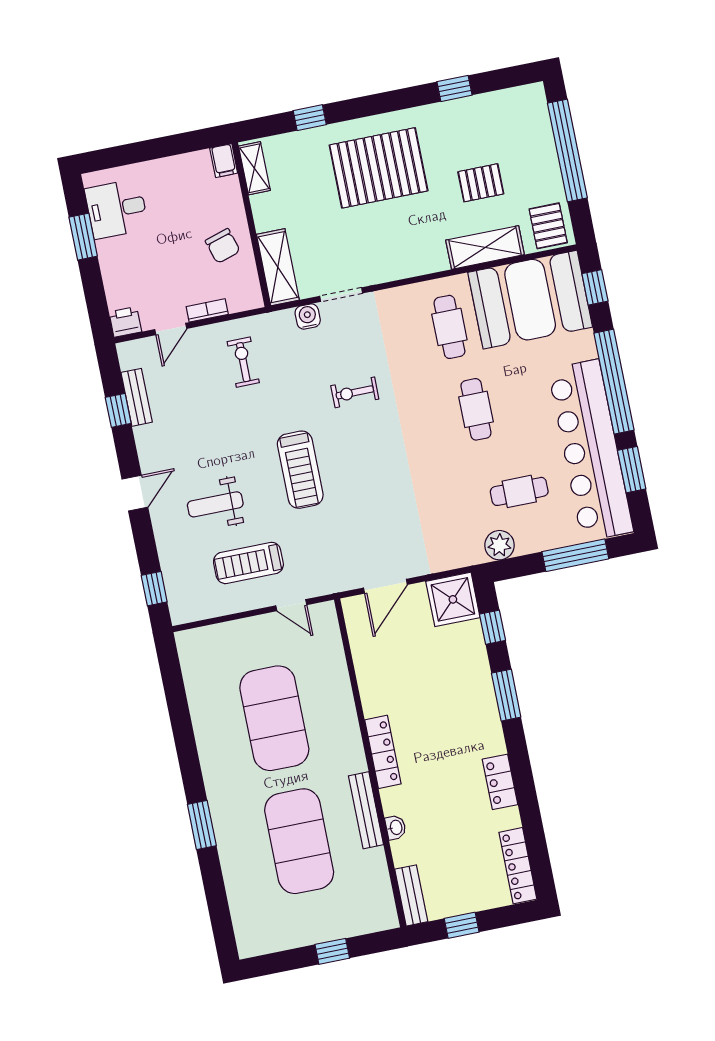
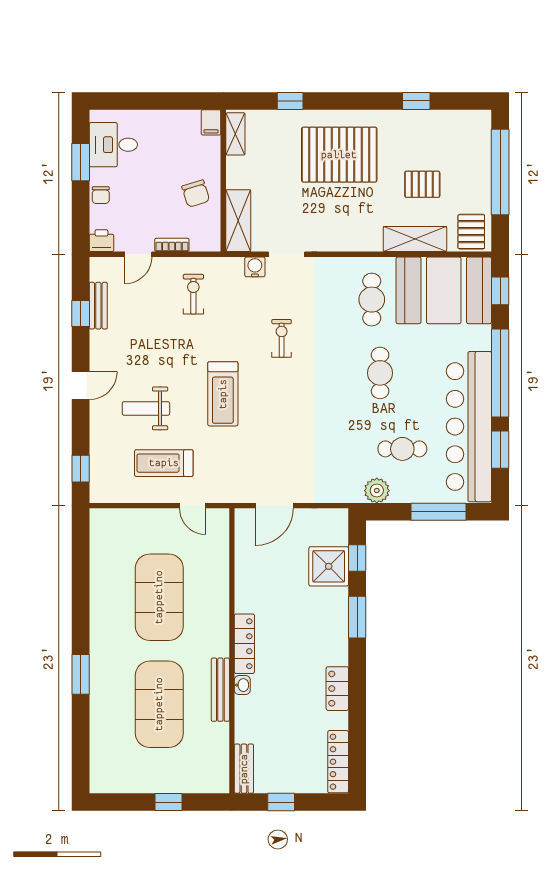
chair: (114, 270) -> (101, 195), added
exercise bike: (355, 392) -> (282, 338), turned 90
shower: (453, 599) -> (329, 566), moved
washbasin: (396, 827) -> (242, 685), moved

